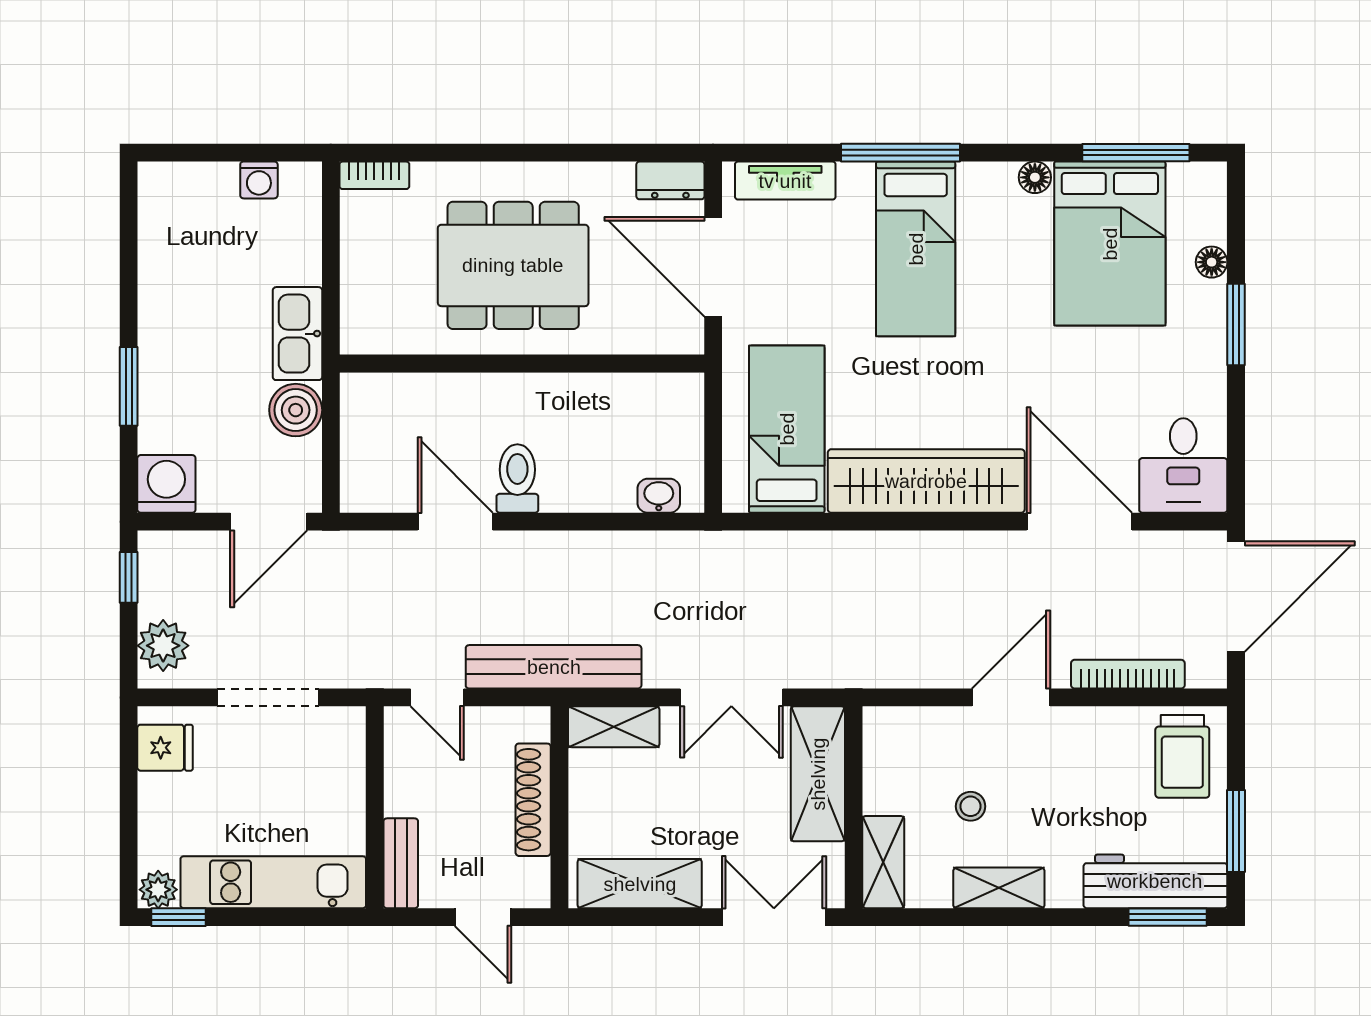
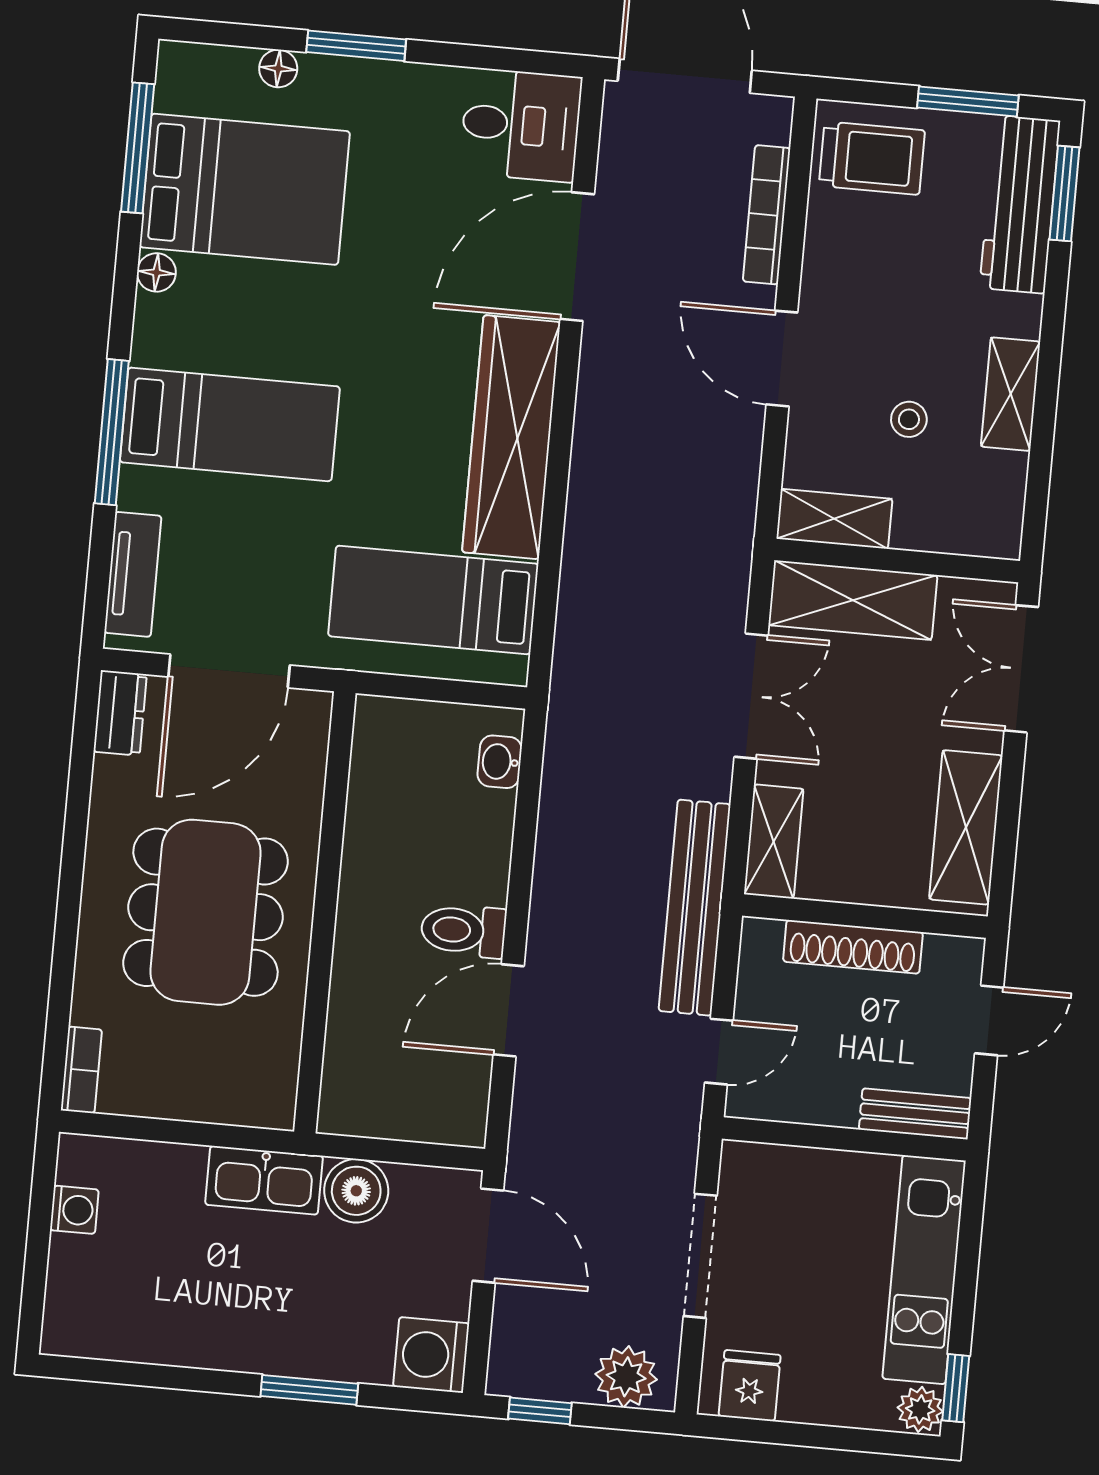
shelving: (883, 862) -> (834, 519), moved

